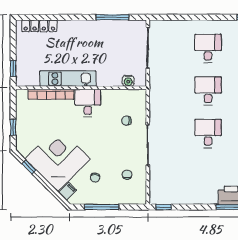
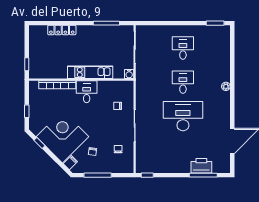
locker: (39, 26) -> (62, 30), moved
kitchen unit: (68, 79) -> (90, 72), moved
water cooler: (128, 81) -> (129, 74), moved
desk: (208, 133) -> (183, 116), width x1.87, depth x1.30

